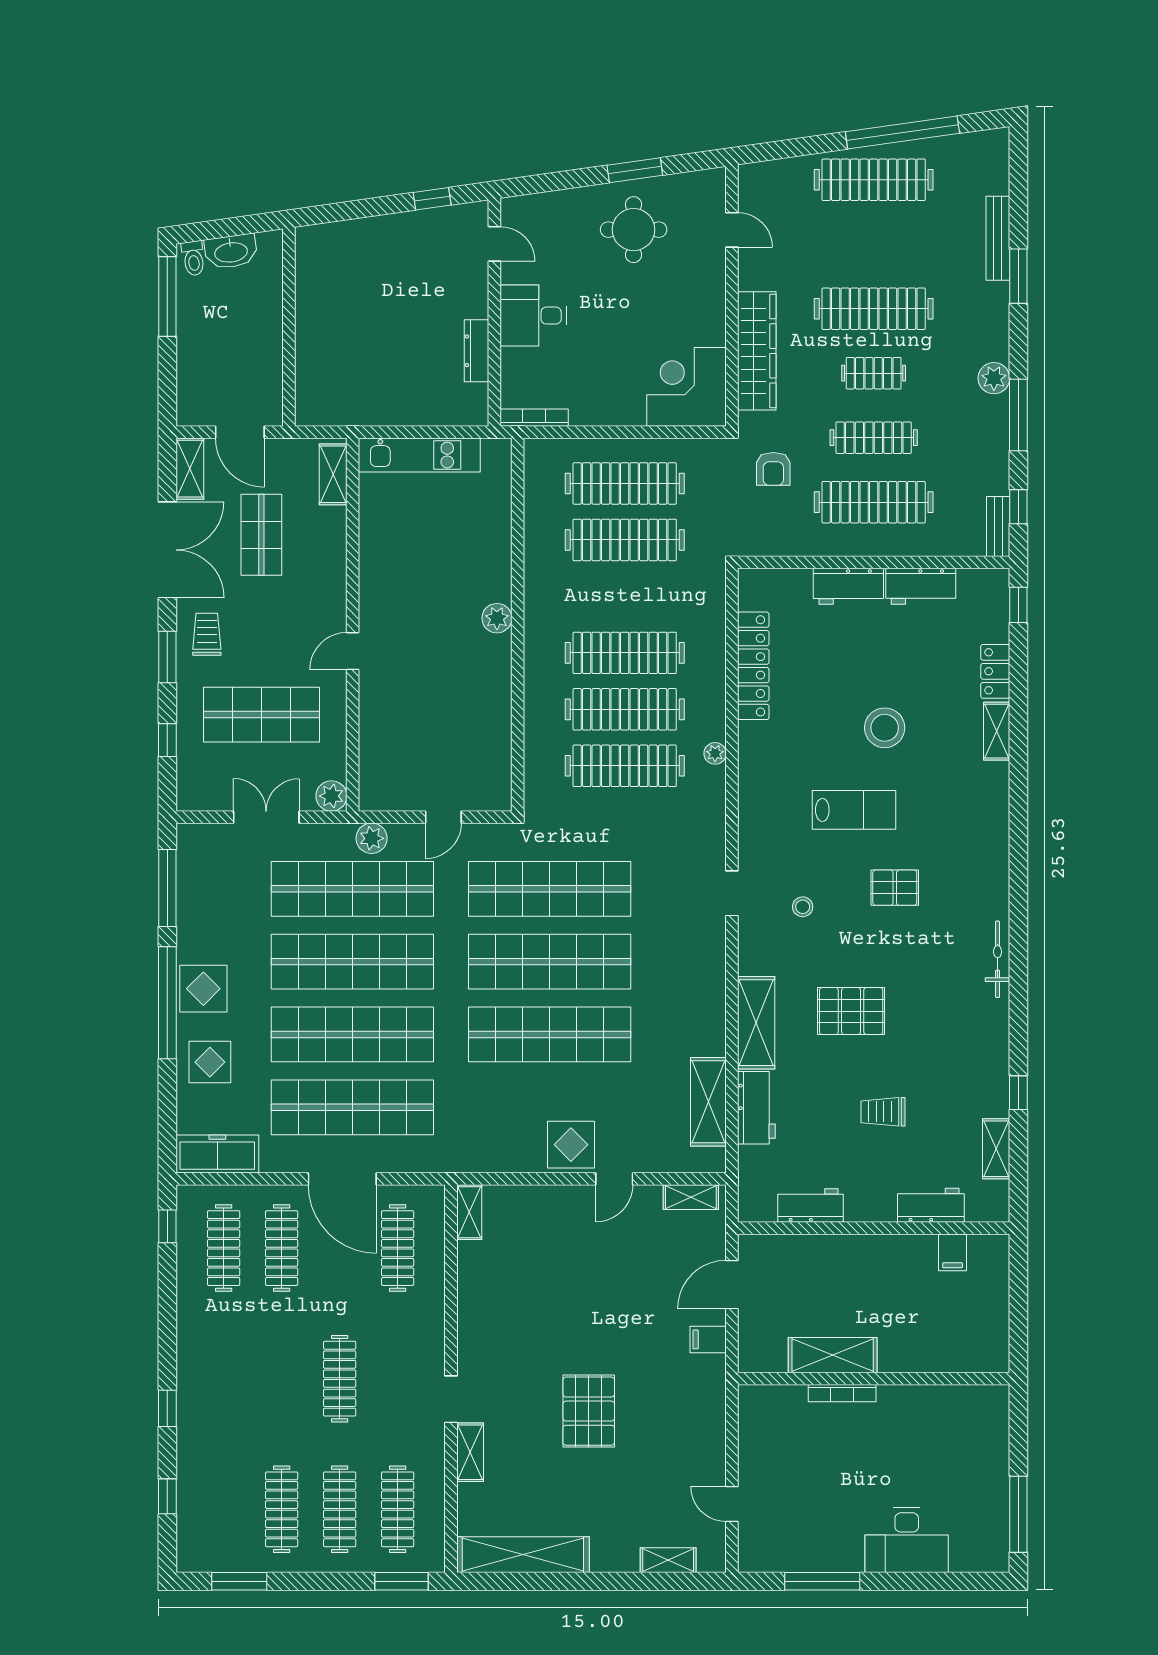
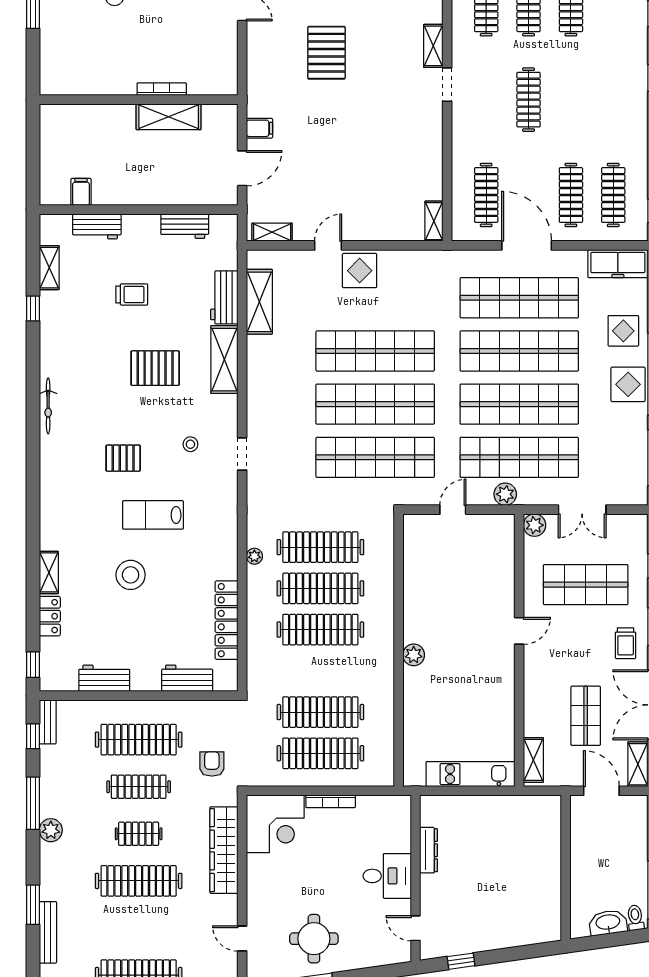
bookcase: (534, 418) -> (331, 801), moved
workbench: (848, 586) -> (187, 678), moved
pallet: (589, 1411) -> (326, 53), moved

